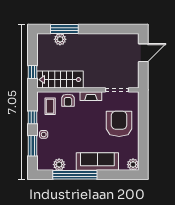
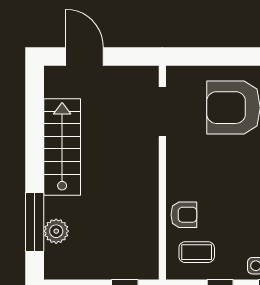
stairs: (60, 80) -> (62, 147), moved, turned 180
fireplace: (91, 96) -> (175, 167), removed

